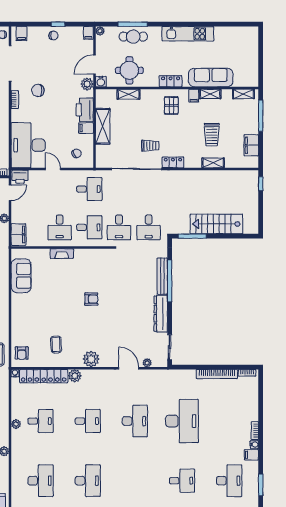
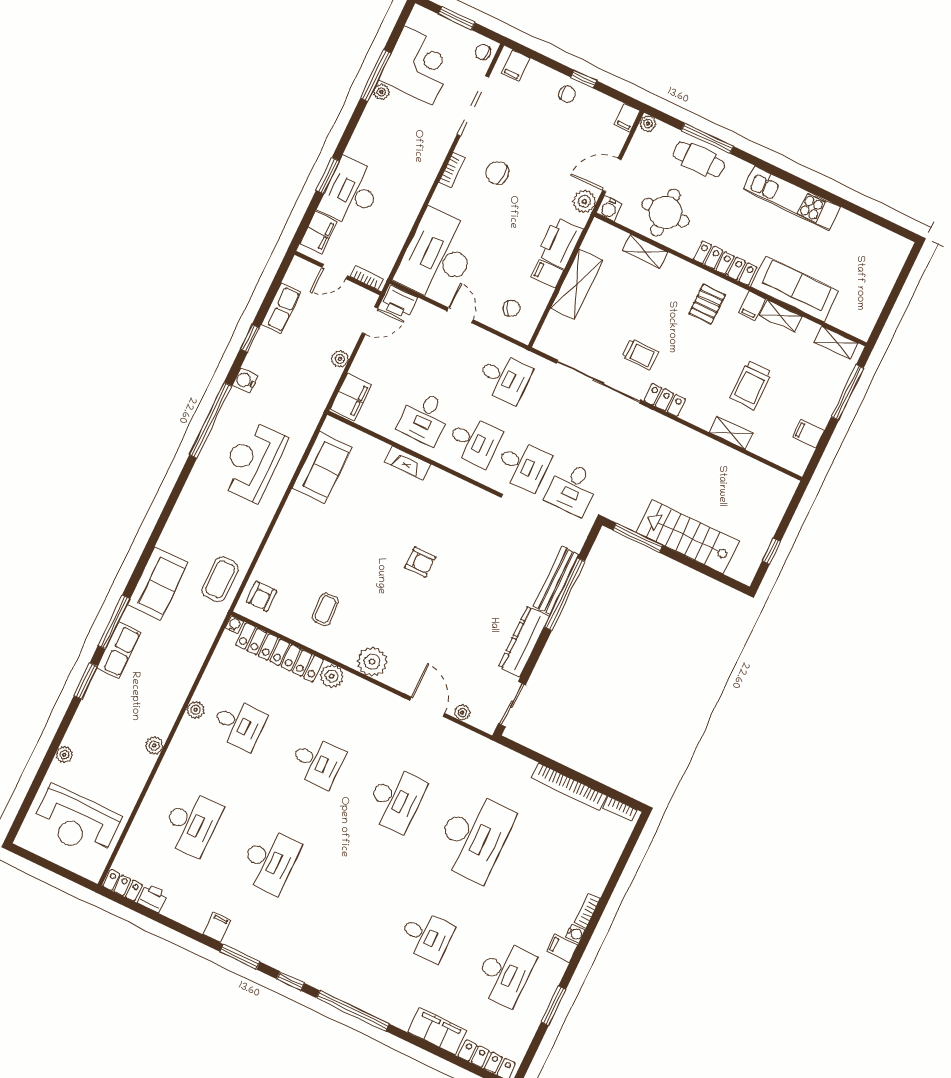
locker: (171, 81) -> (725, 263), width x1.53
filing cabinet: (251, 145) -> (808, 434), width x0.50
window: (261, 184) -> (771, 551), moved
desk: (119, 227) -> (523, 465), turned -90

